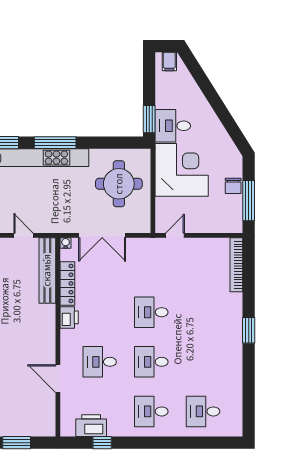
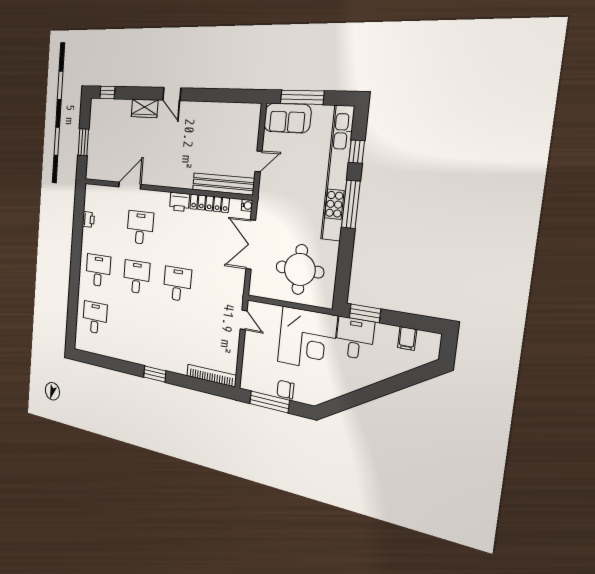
filing cabinet: (169, 62) -> (407, 338), moved, turned -90
printer: (91, 426) -> (88, 219), width x0.53, depth x0.68
window: (102, 443) -> (78, 222), removed

